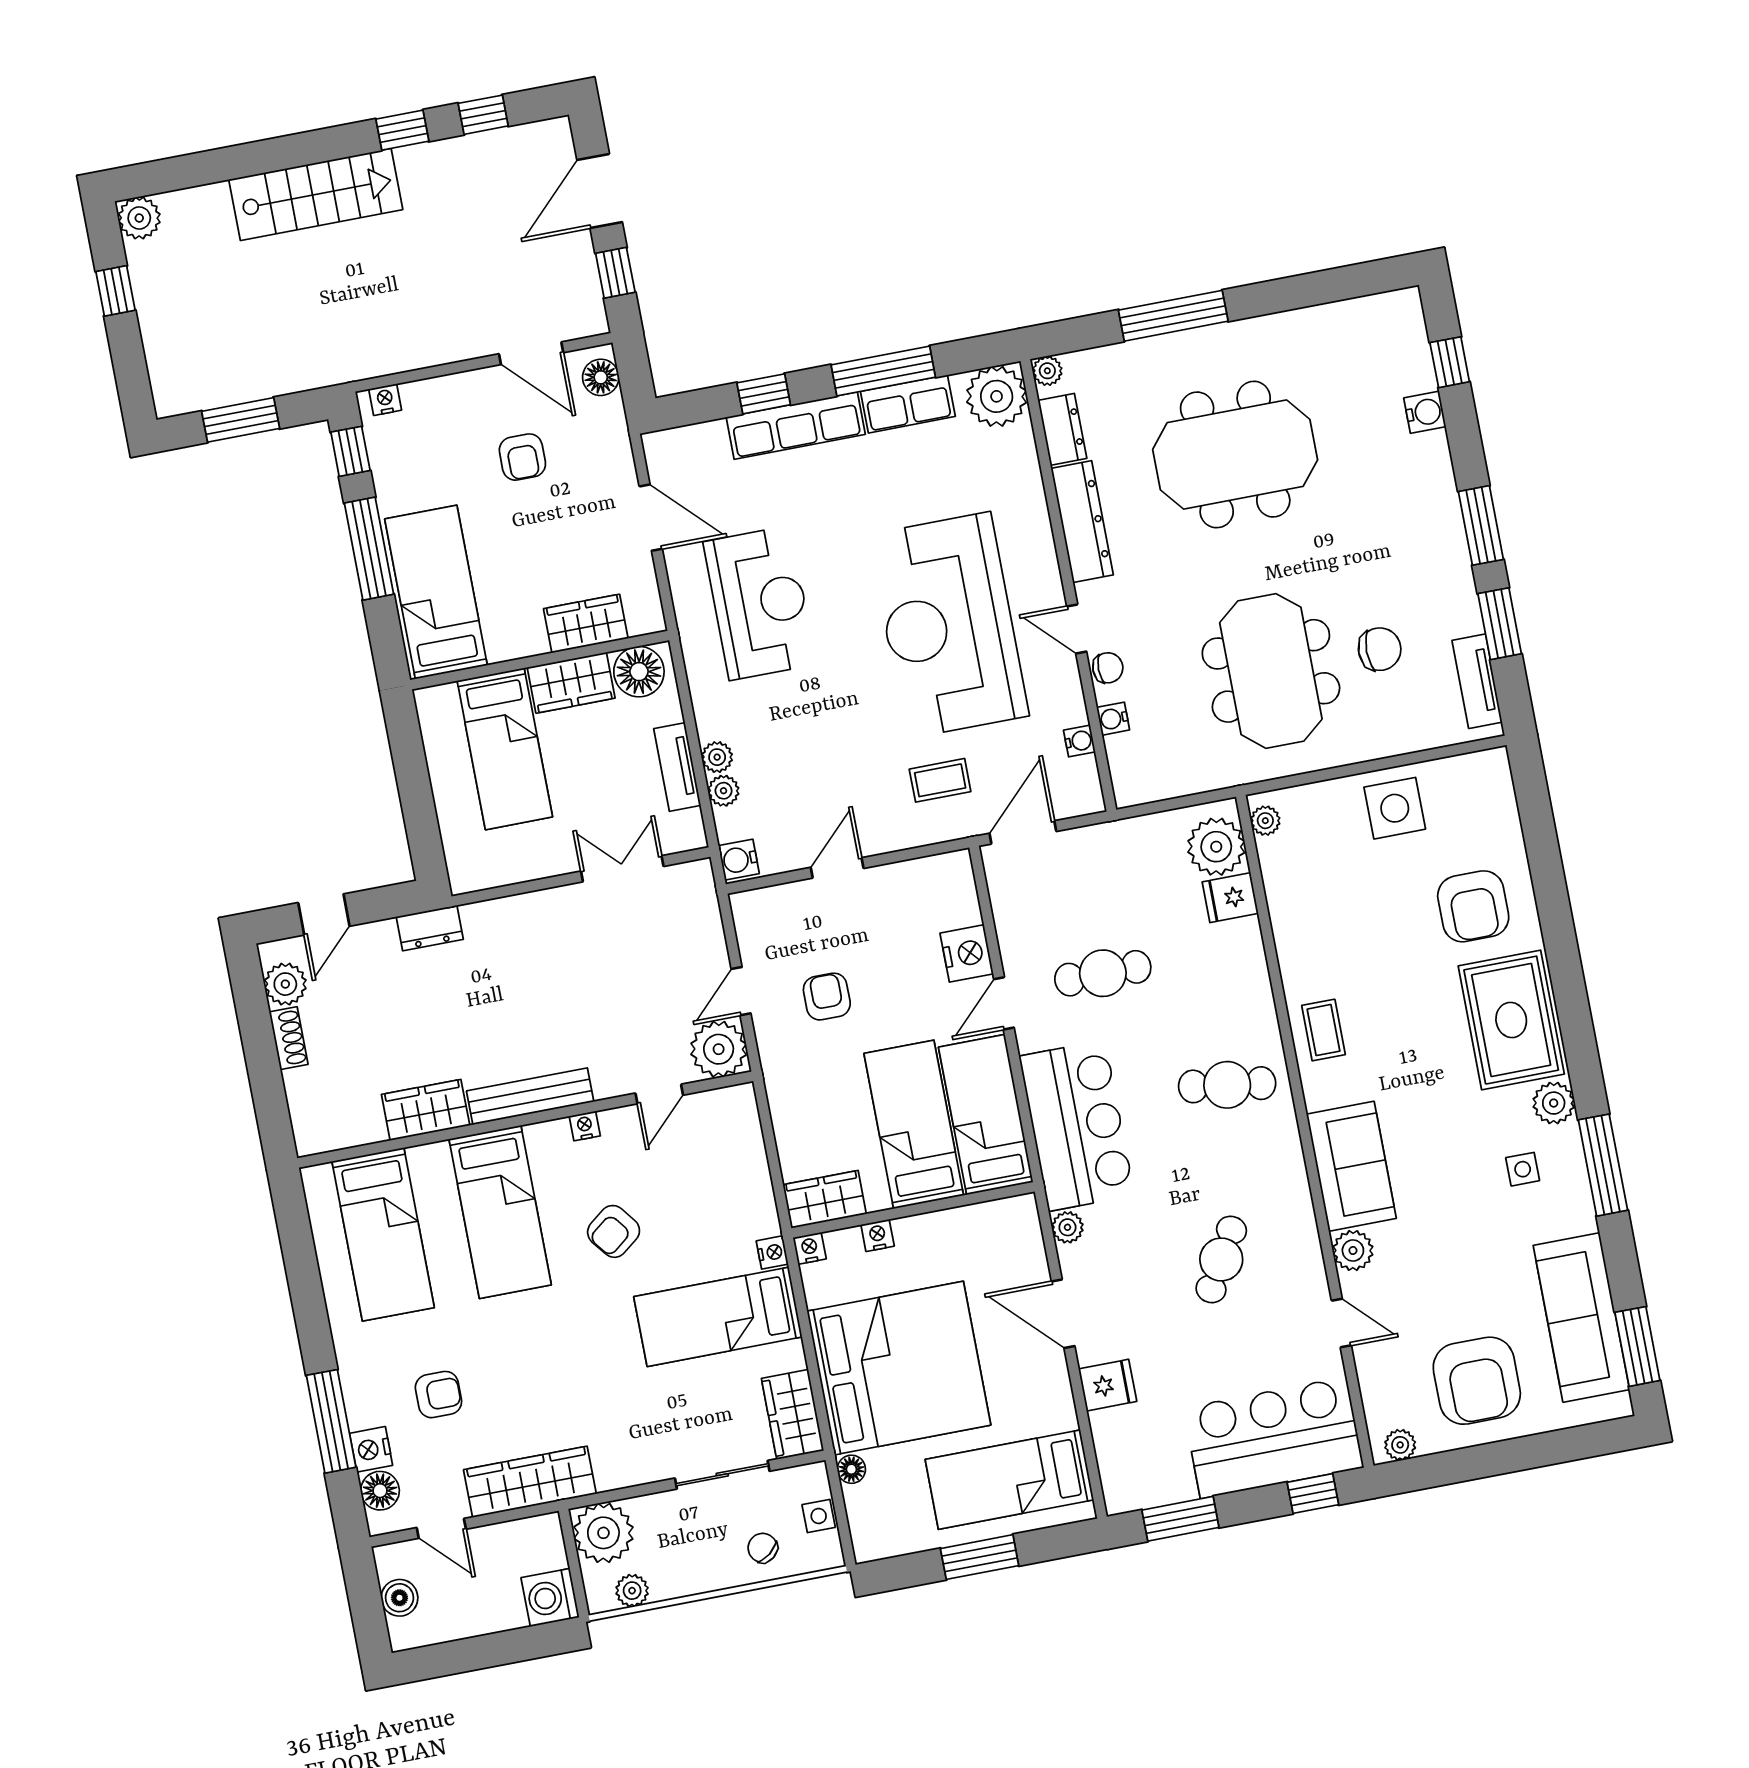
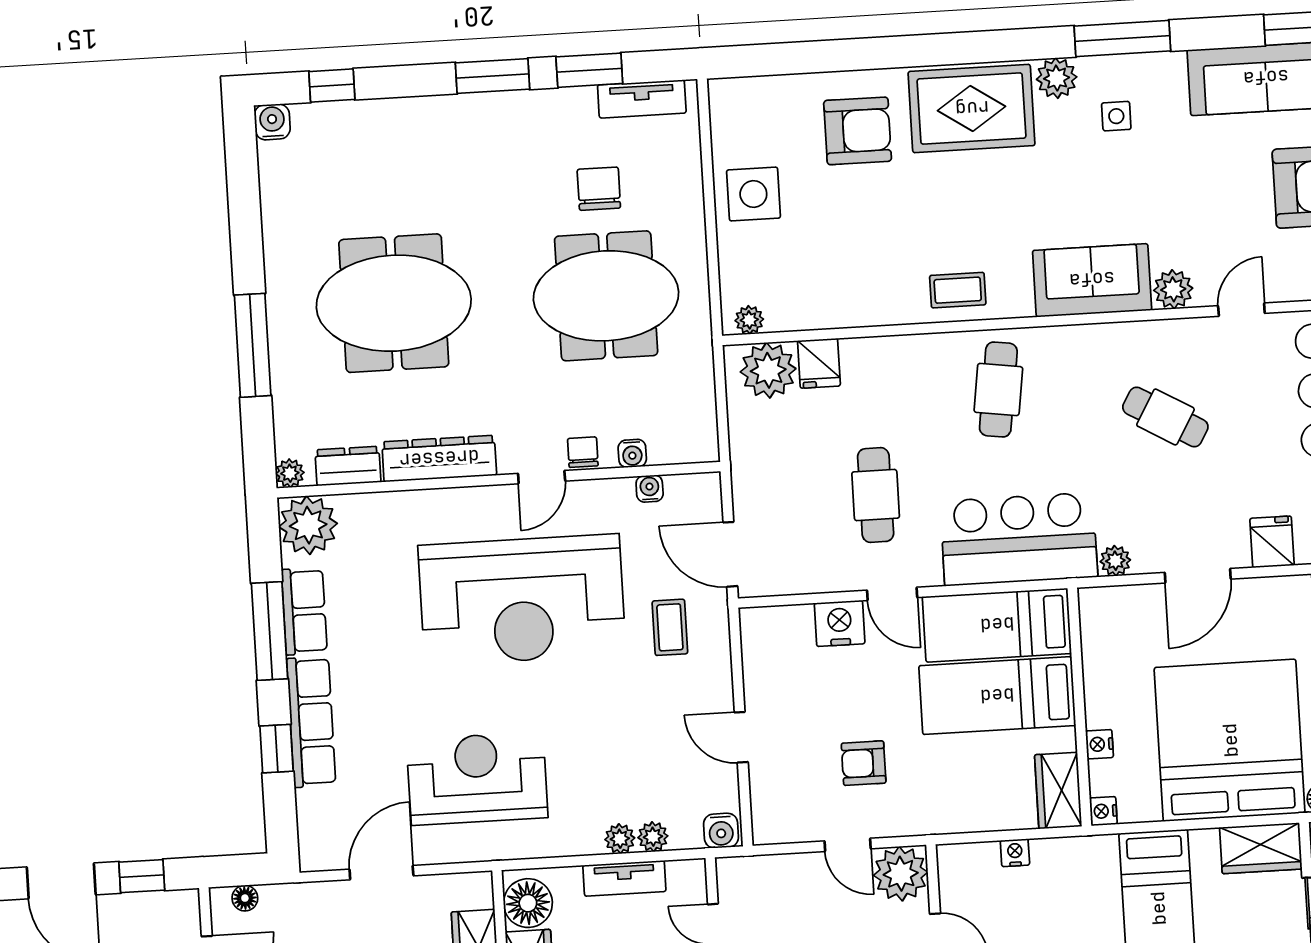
floor lamp: (601, 377) -> (245, 898), width x0.73, depth x0.73
water cooler: (1425, 412) -> (272, 122), moved
meeting table: (1235, 455) -> (394, 303), turned 90
nightstand: (772, 1252) -> (1015, 853), moved

